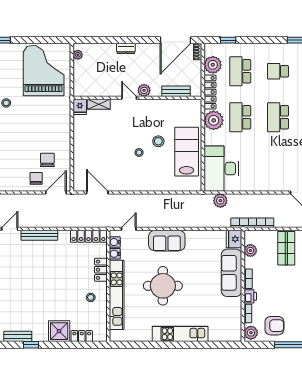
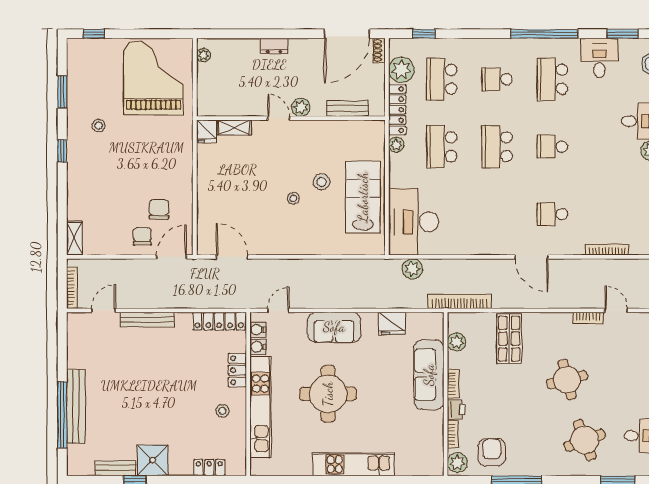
plant: (214, 120) -> (396, 145), width x0.53, depth x0.53
fridge: (234, 239) -> (392, 323), moved, turned -90
armchair: (274, 326) -> (492, 452), turned -90
shower: (59, 331) -> (153, 460), moved

